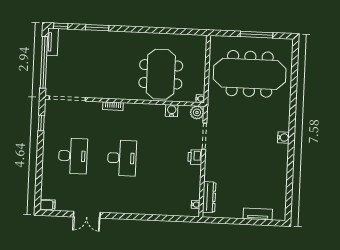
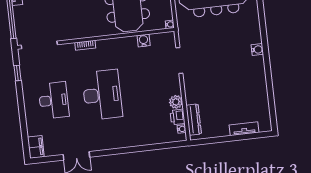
plant: (197, 112) -> (176, 102), moved
printer: (195, 157) -> (178, 117), moved
desk: (122, 158) -> (102, 95), width x1.36, depth x1.30
filing cabinet: (47, 205) -> (36, 147), width x2.00

